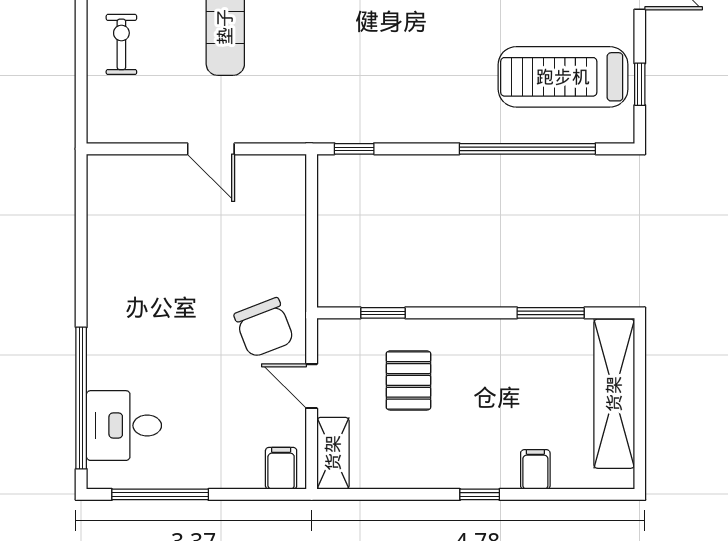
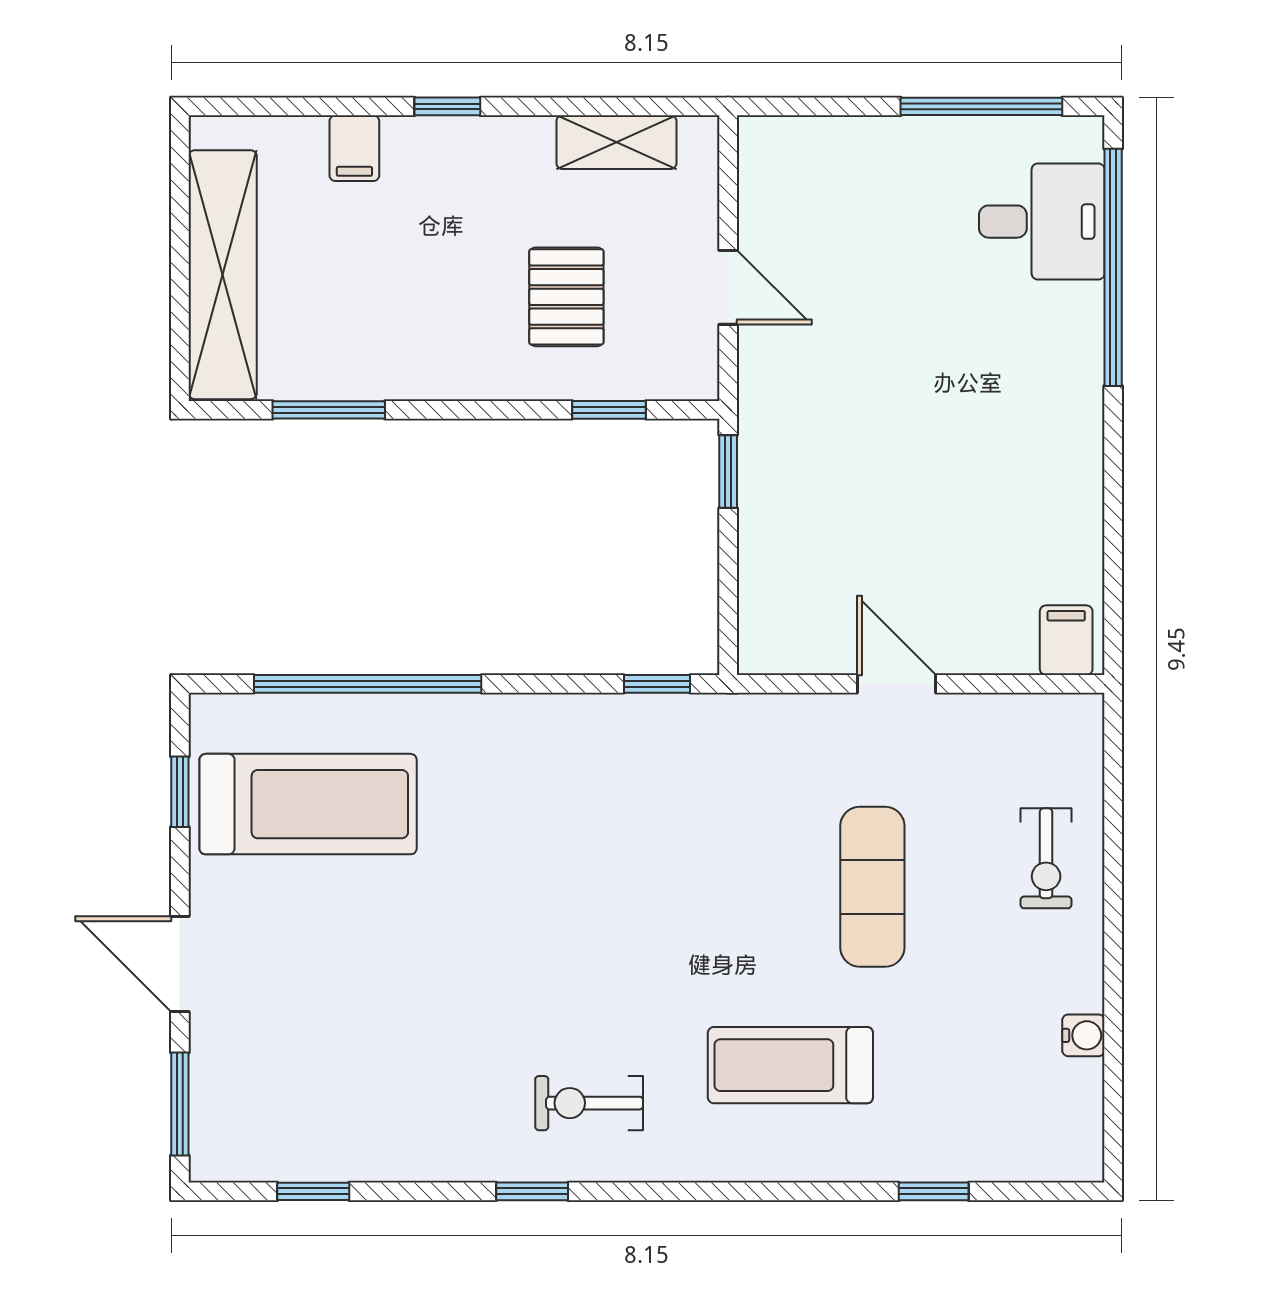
window: (312, 276) -> (728, 471), added
chair: (264, 328) -> (808, 385), removed
shelving: (333, 453) -> (616, 142), moved, turned 90
filing cabinet: (281, 468) -> (1066, 640), moved, turned 180

